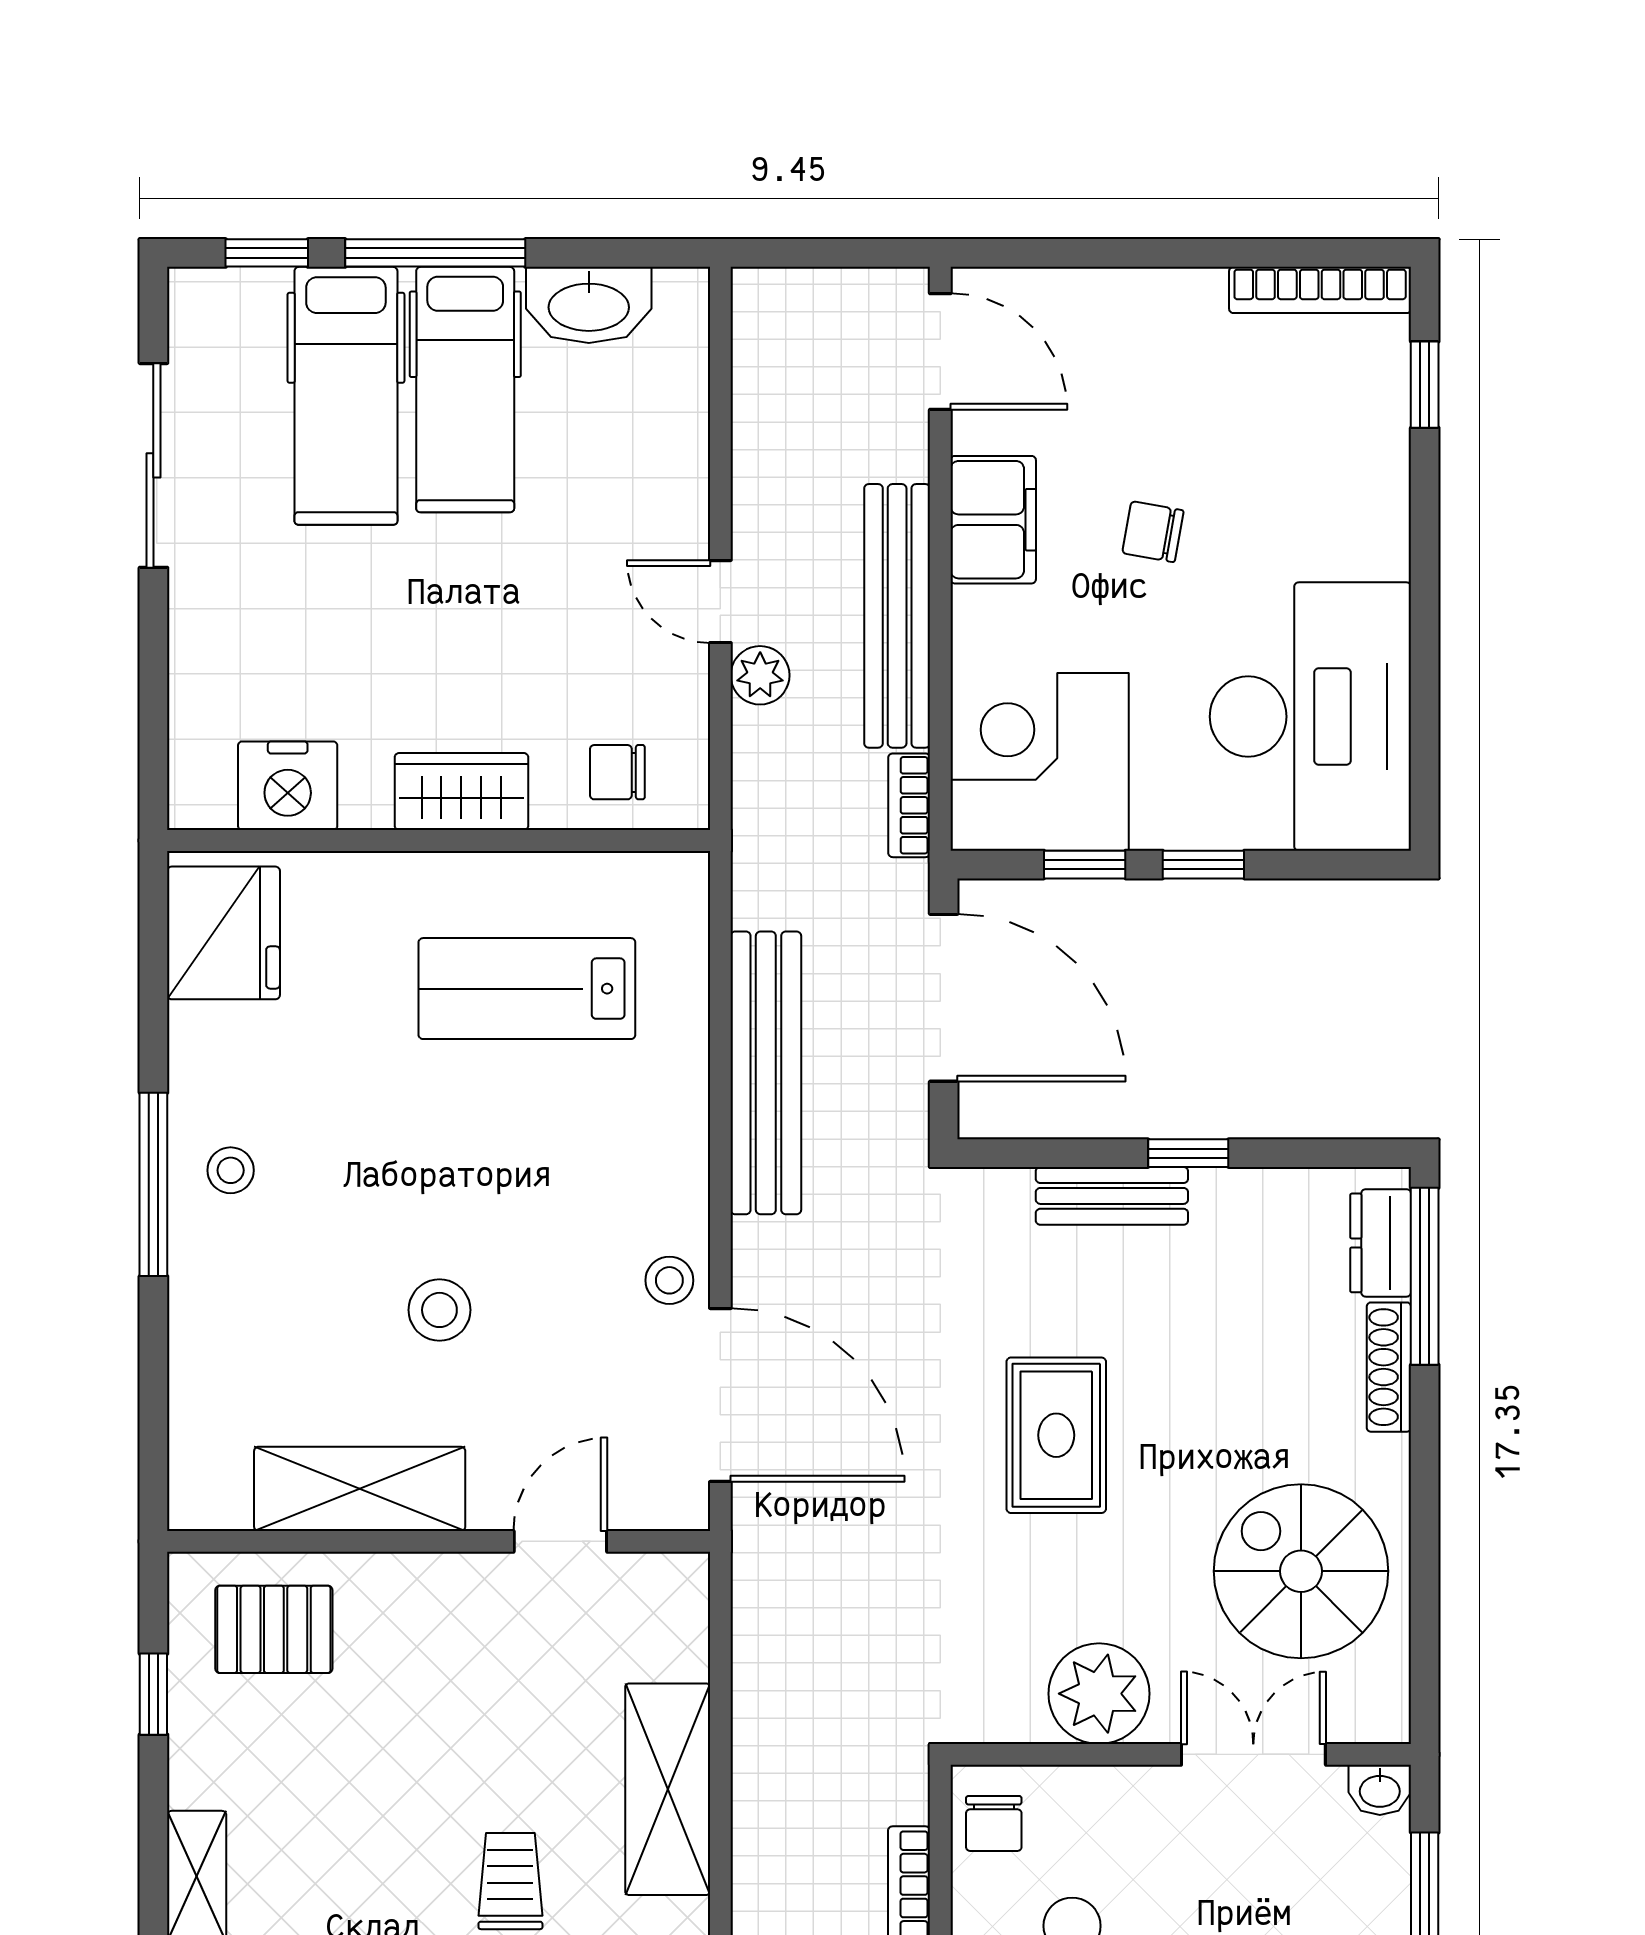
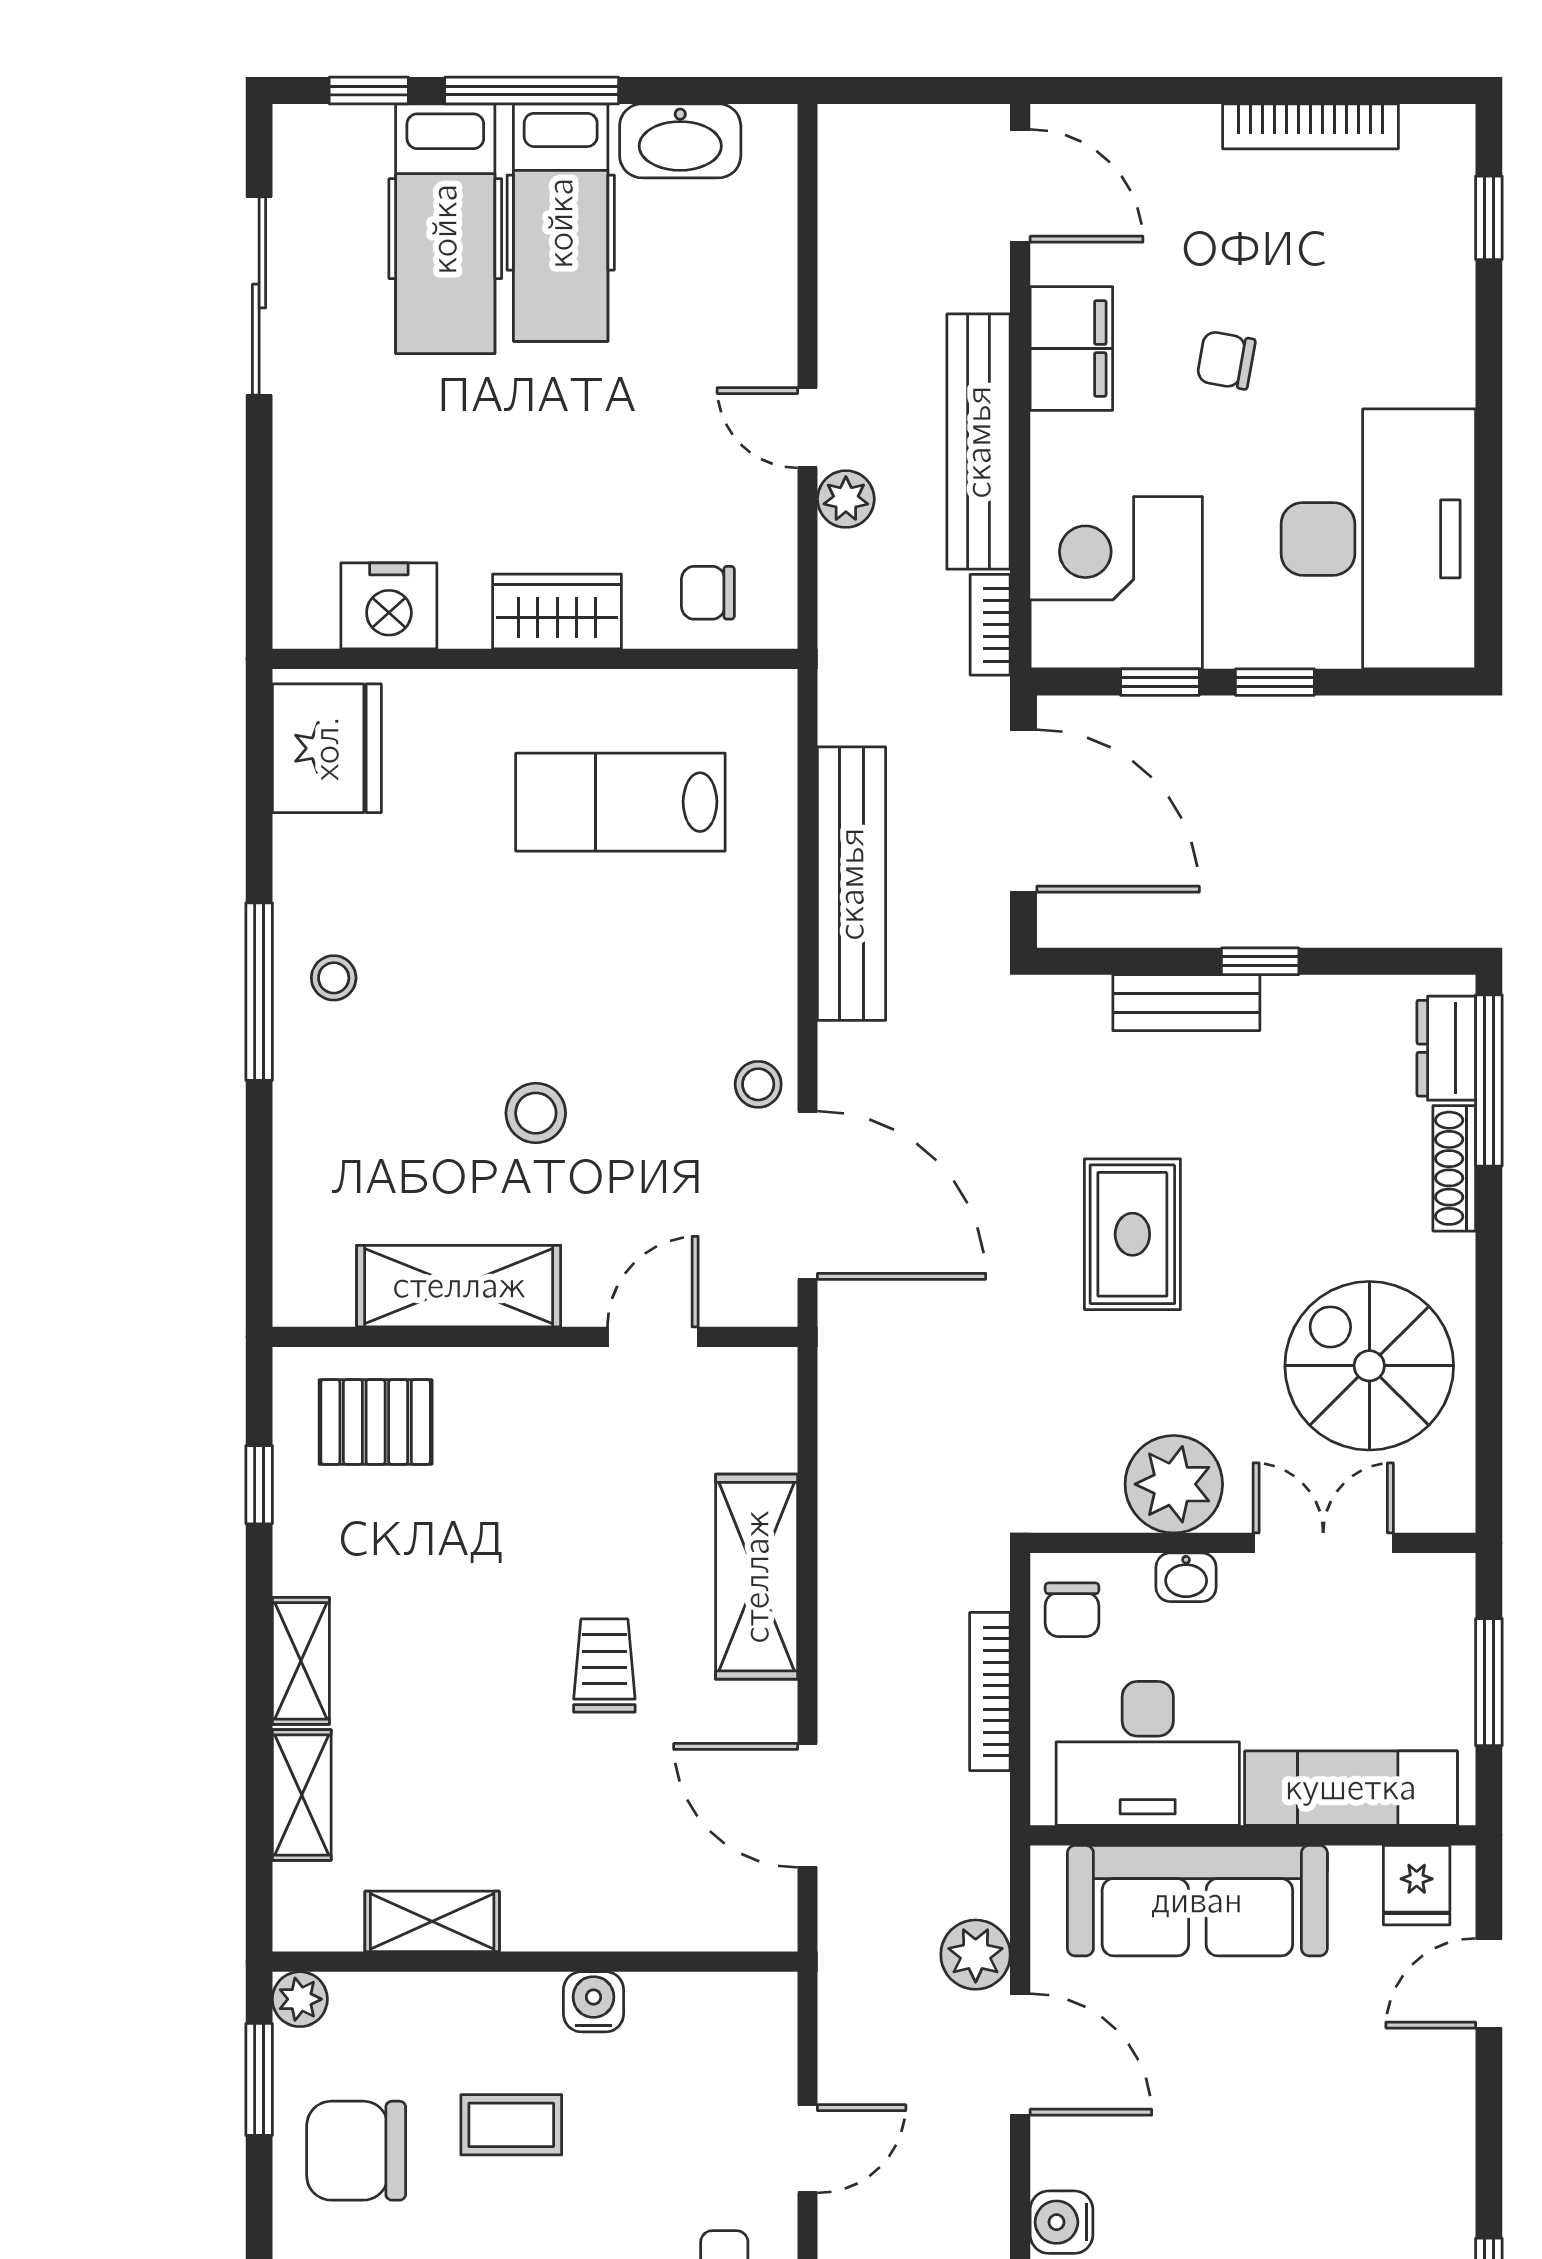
bookcase: (1320, 290) -> (1310, 126), moved
washbasin: (1380, 1790) -> (1186, 1577), moved

